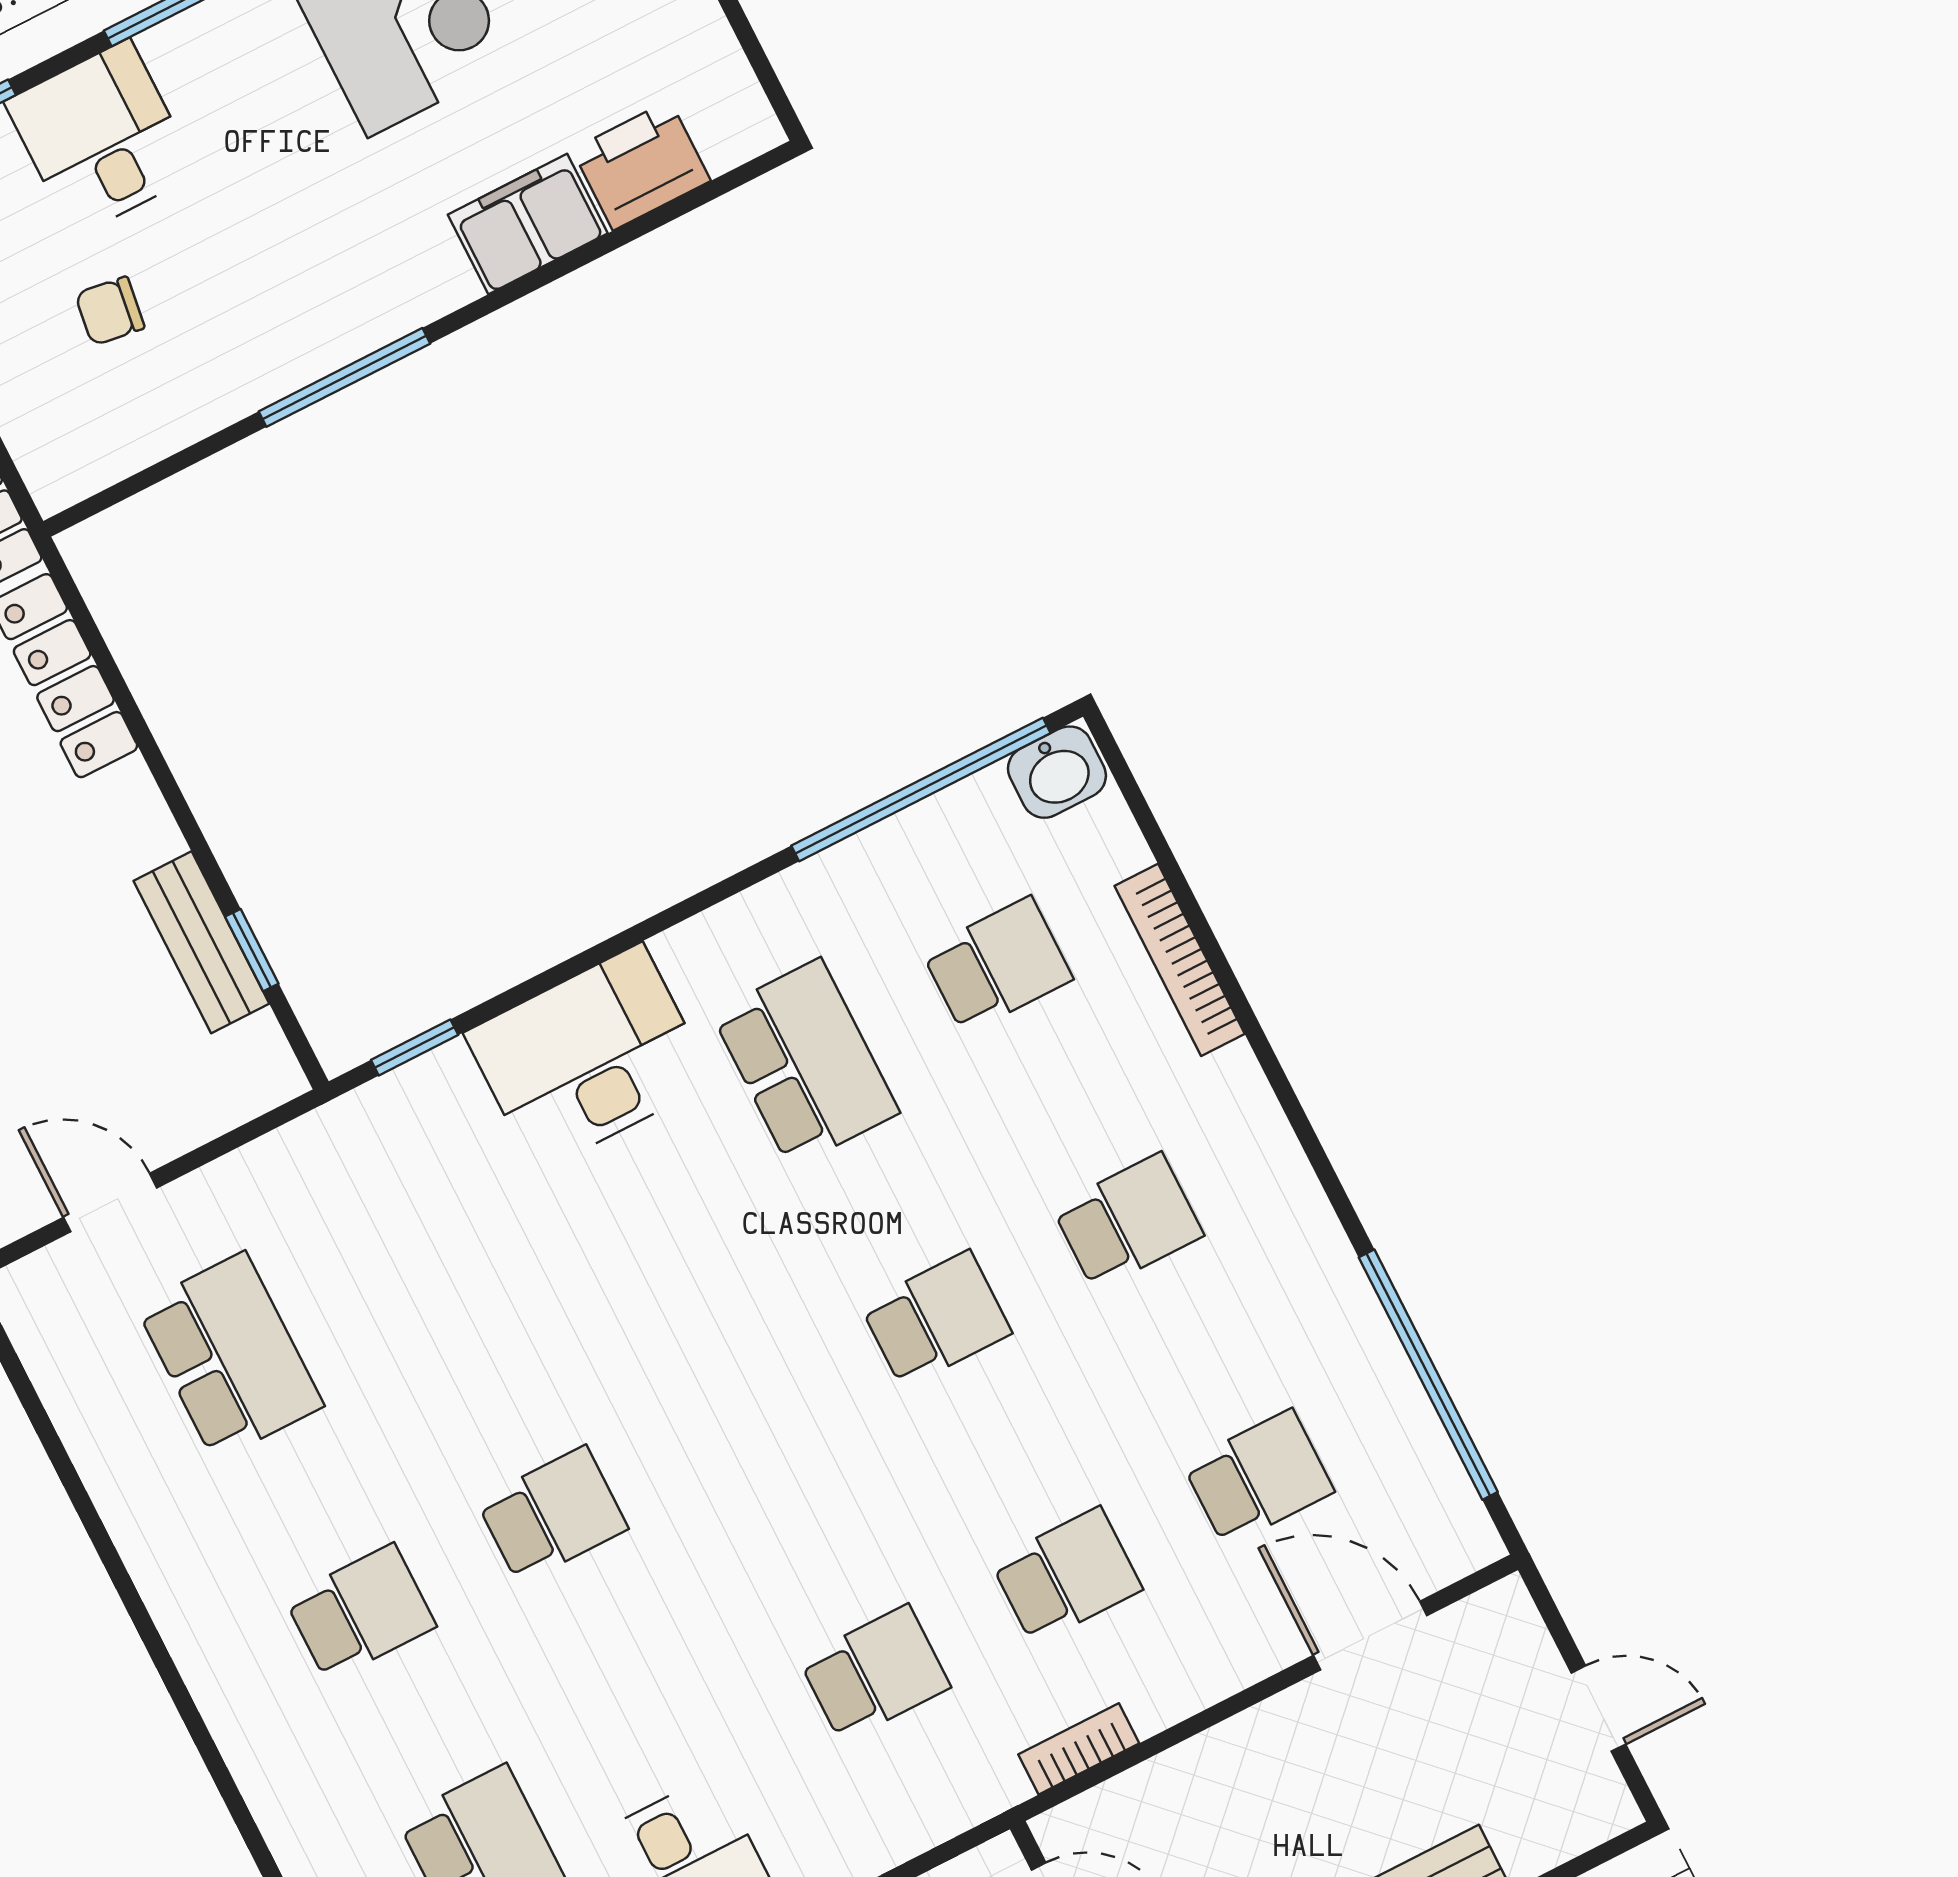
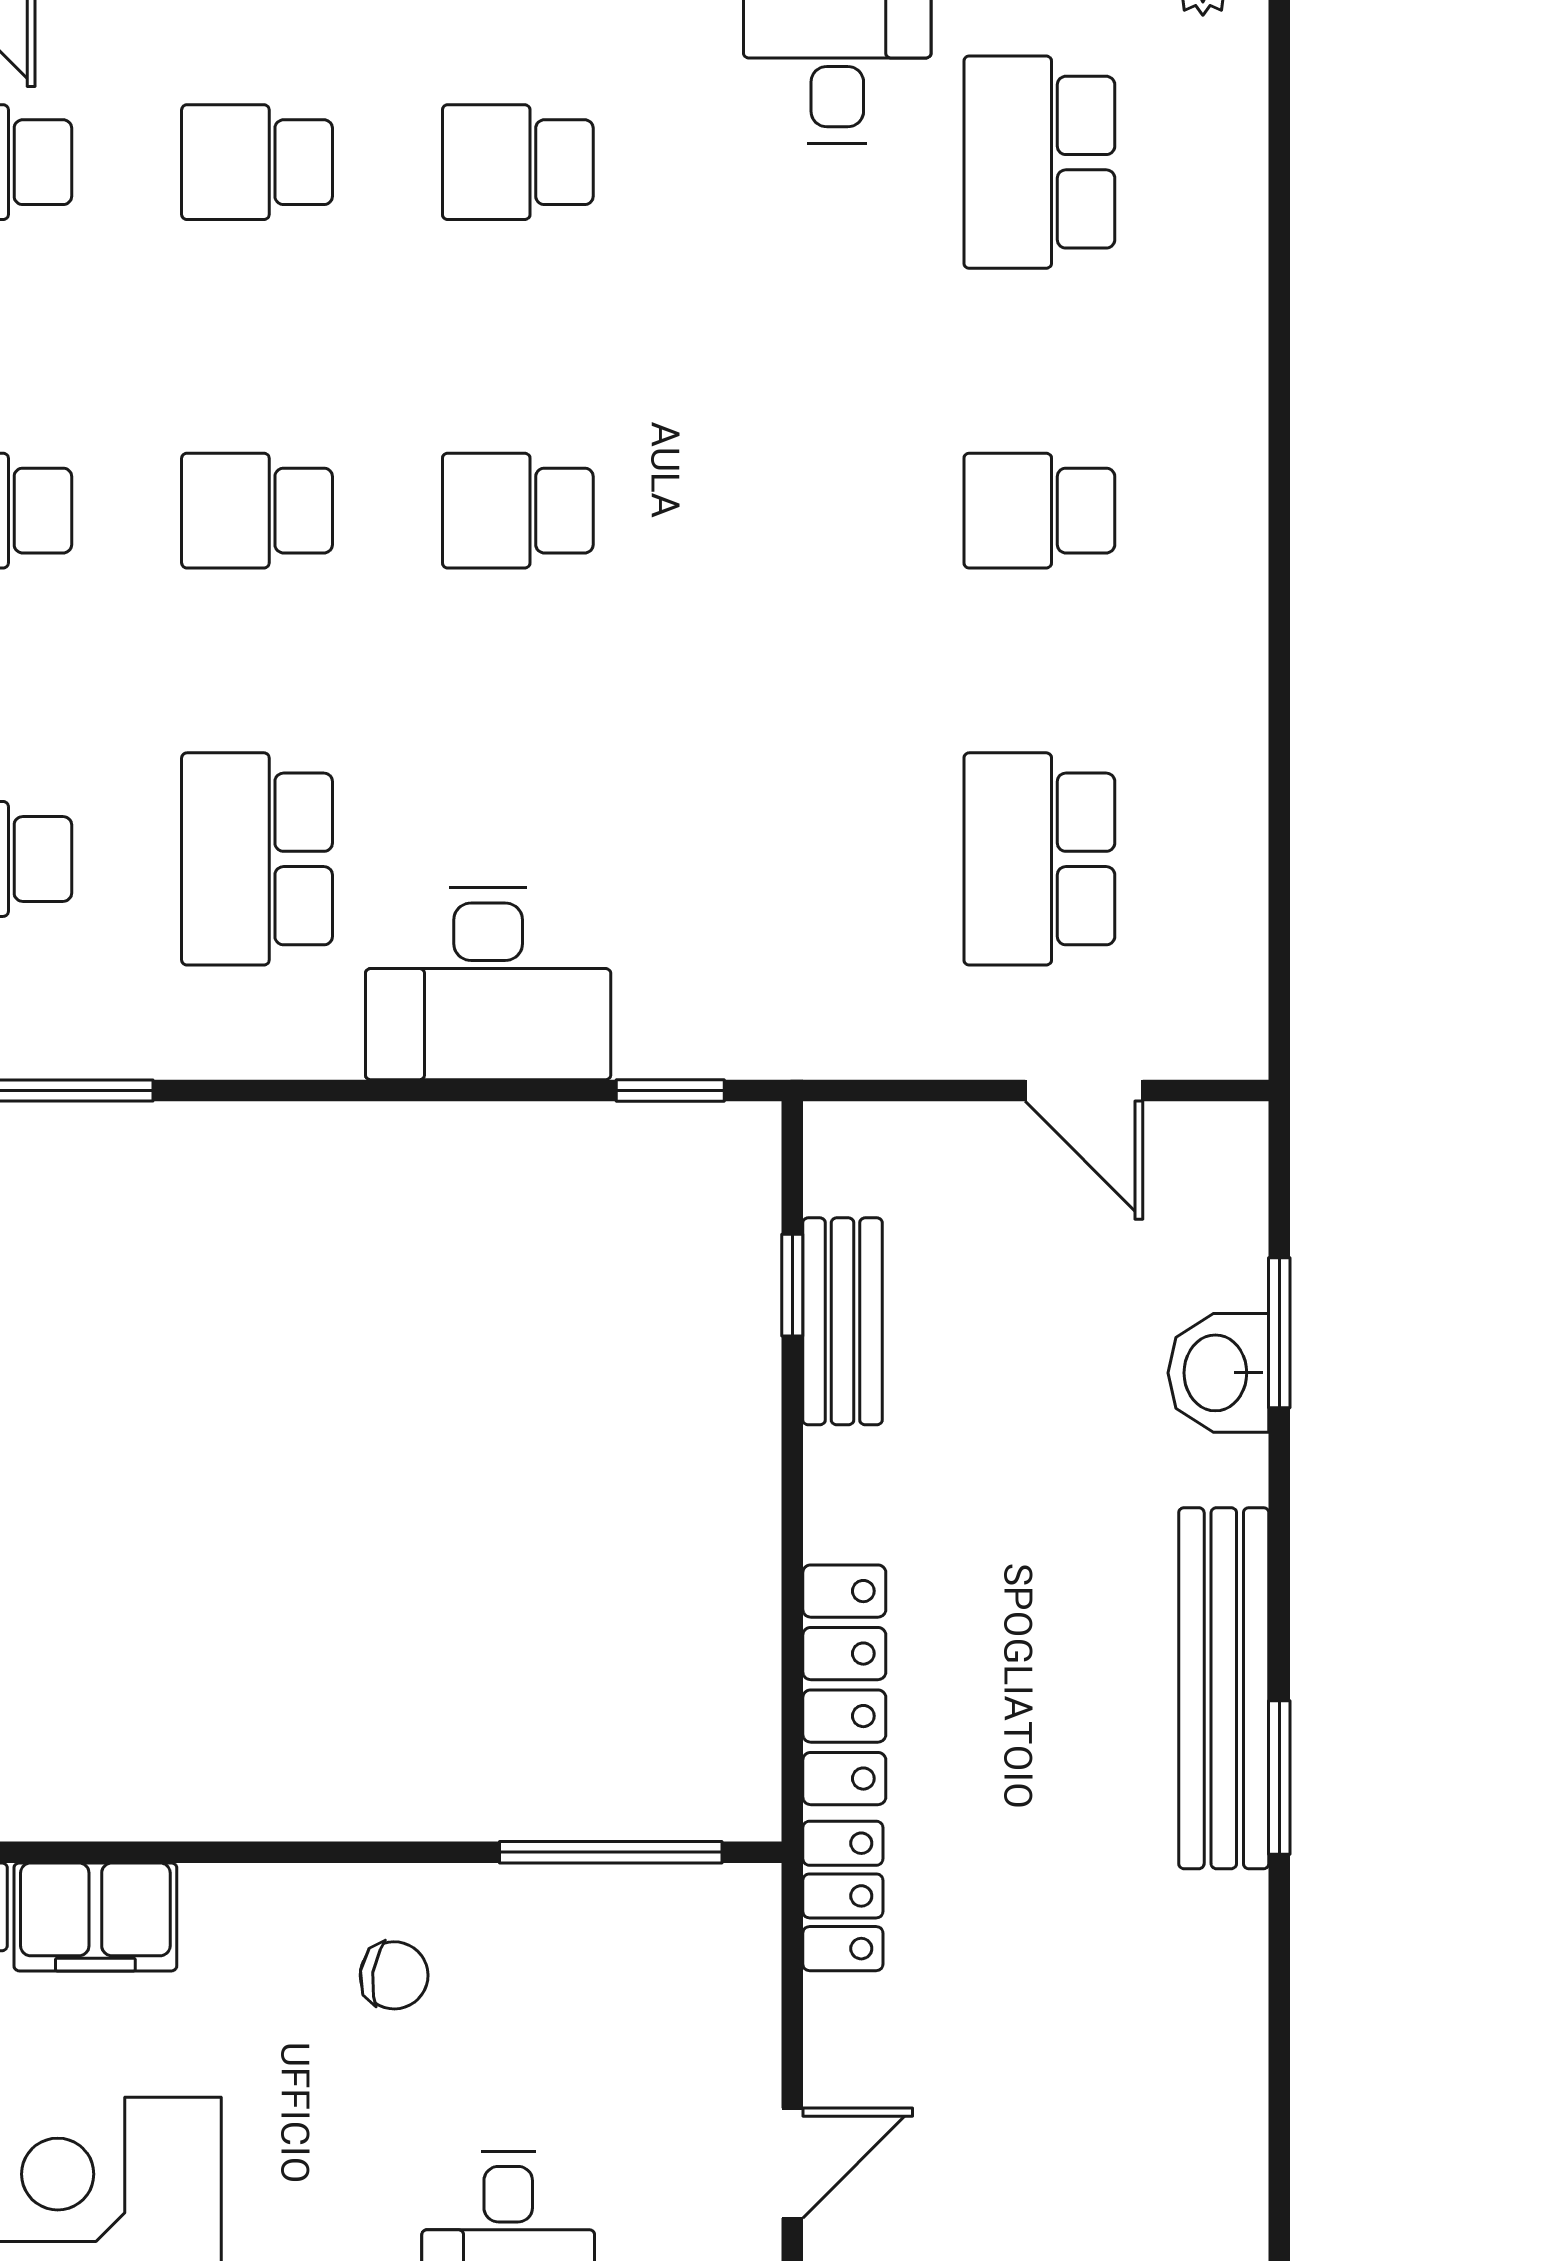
chair: (110, 311) -> (394, 1975), moved
window: (344, 377) -> (611, 1852), moved
school desk: (552, 1515) -> (518, 511), moved

